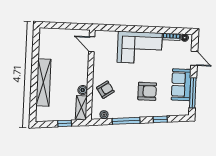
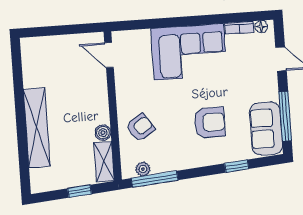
sofa: (181, 85) -> (266, 129), moved
window: (126, 121) -> (155, 179), moved

